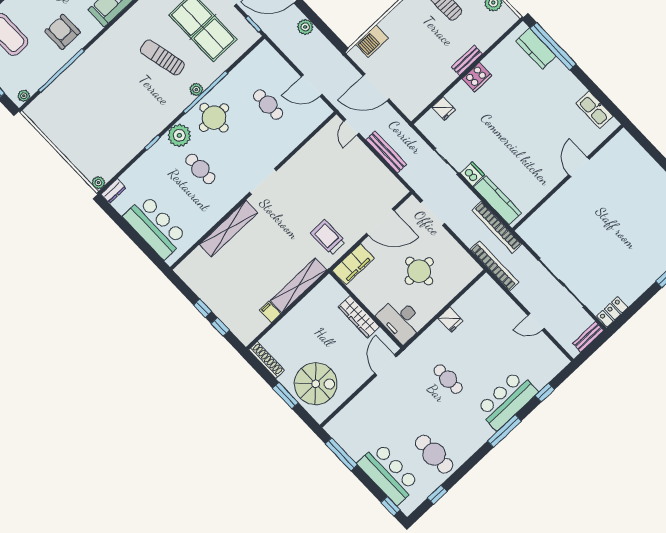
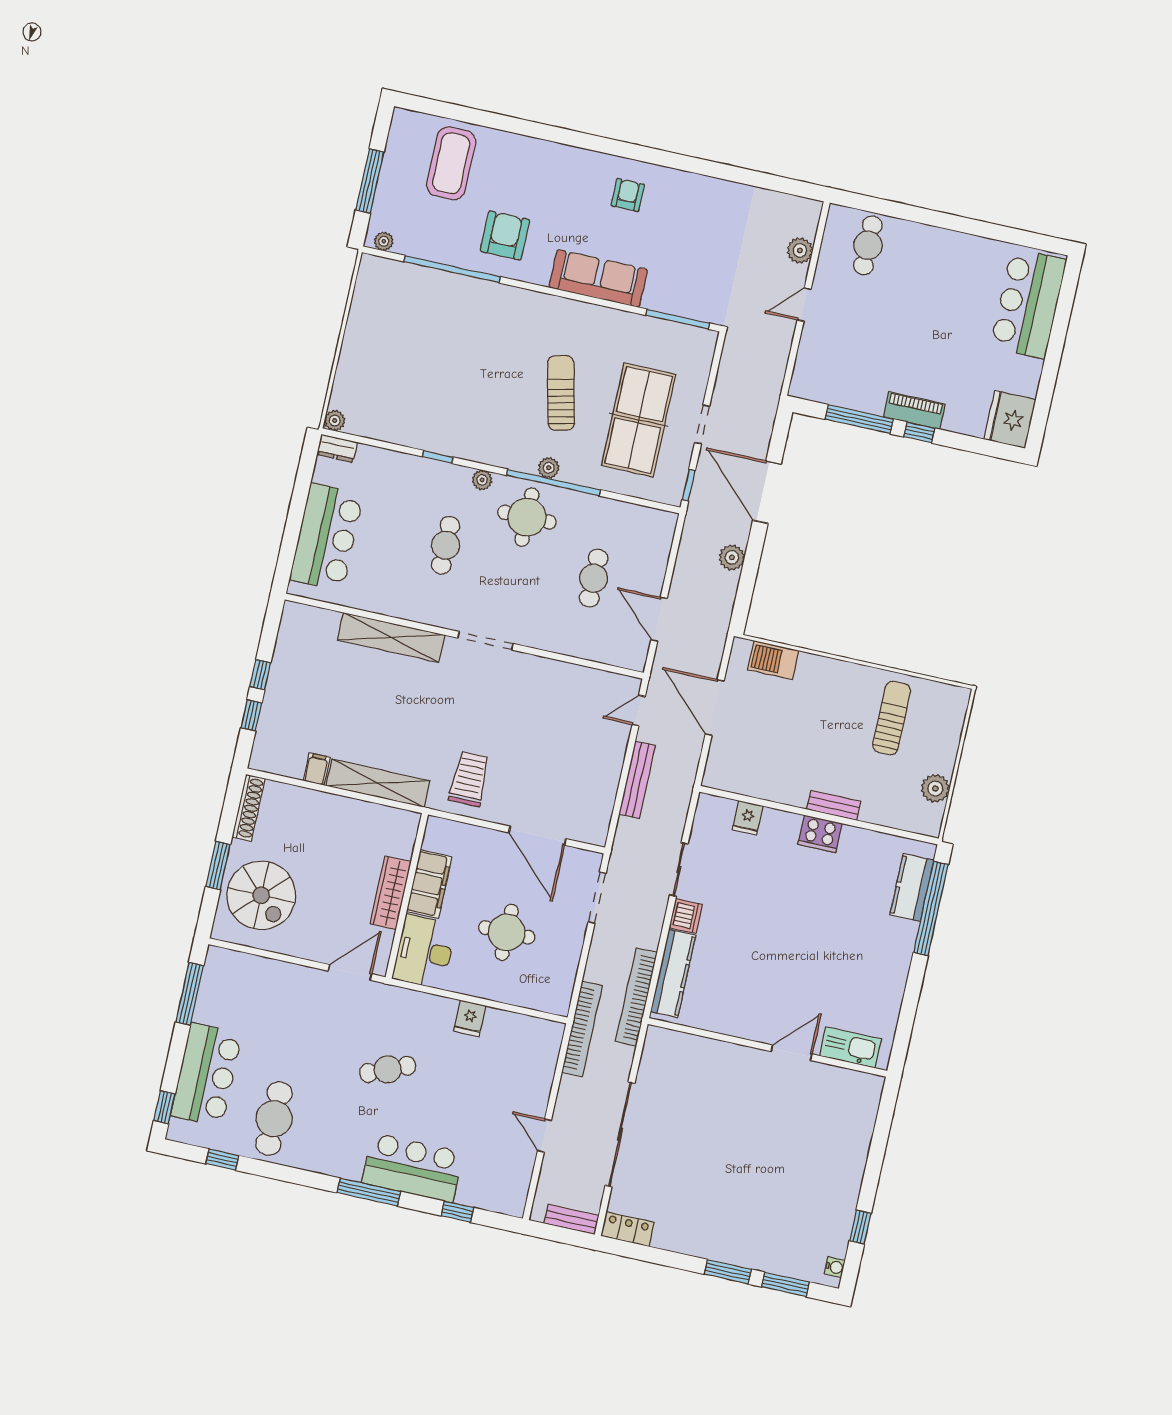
kitchen sink: (594, 110) -> (850, 1047), moved, turned 90
plant: (179, 135) -> (482, 480), width x0.53, depth x0.53
filing cabinet: (353, 264) -> (429, 884), moved, turned -90
cafe table: (448, 379) -> (388, 1069), turned 67

